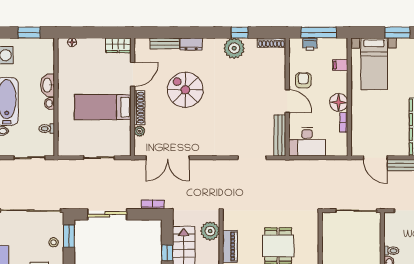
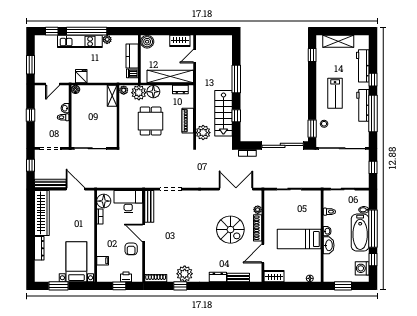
window: (319, 33) -> (119, 286), width x0.46
spiral stairs: (185, 90) -> (230, 230), moved
floor lamp: (339, 102) -> (104, 201), moved
bed: (103, 107) -> (299, 239), moved, turned 180
sliding door: (107, 214) -> (283, 145), width x1.36

